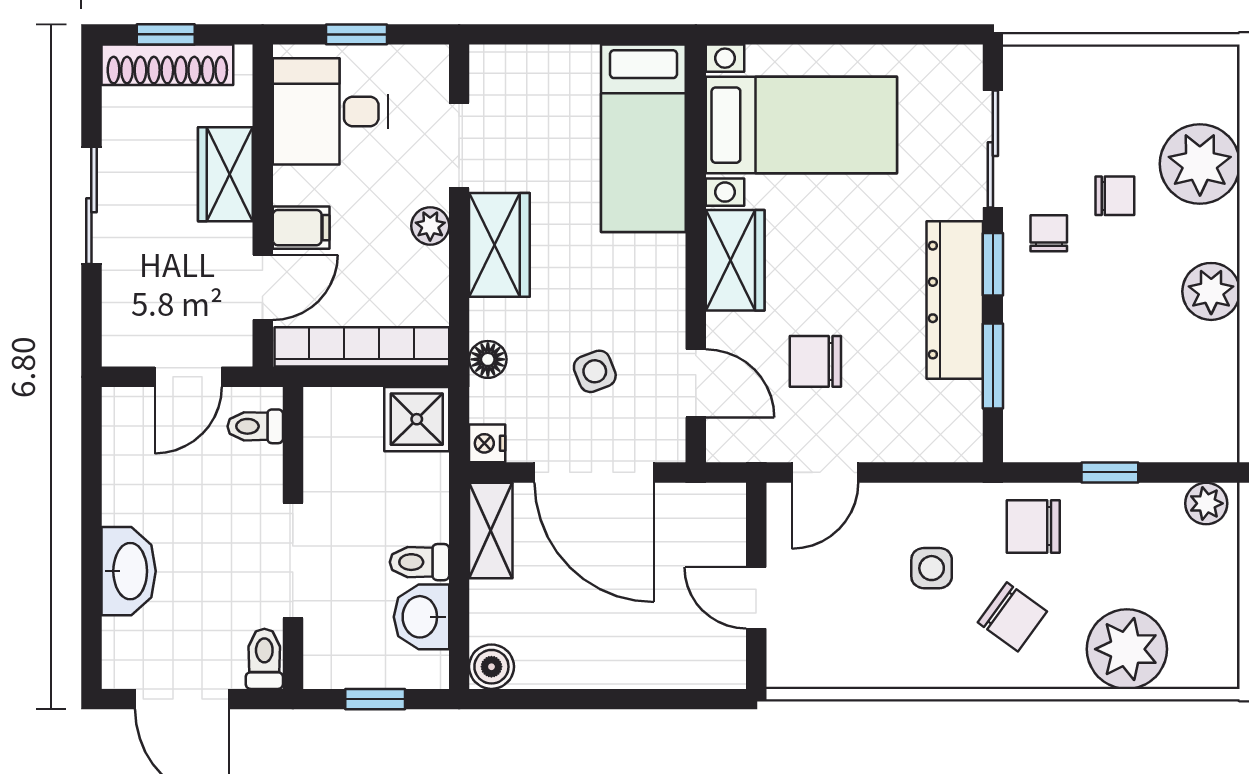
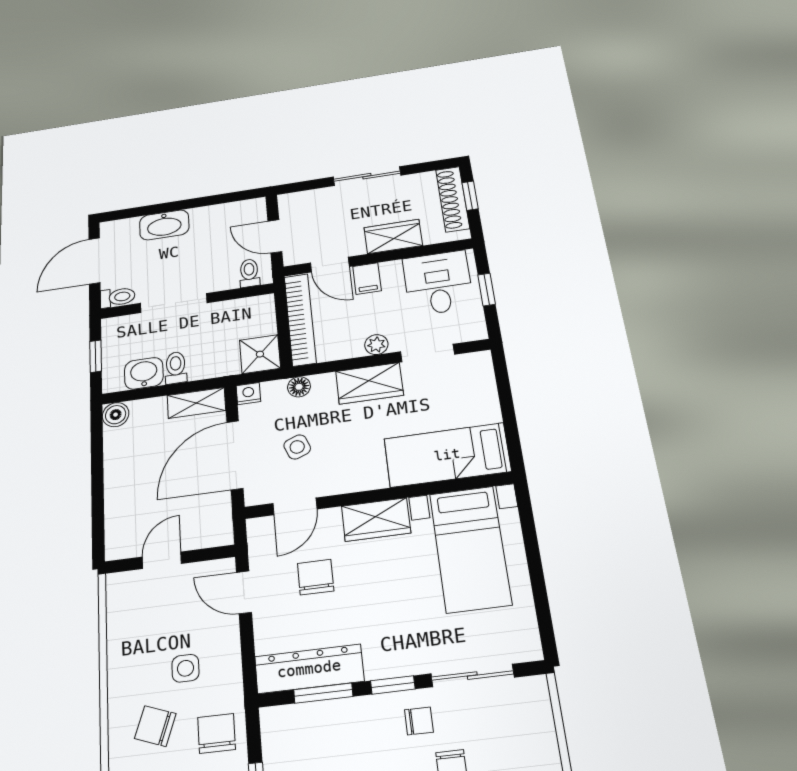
dresser: (955, 300) -> (309, 669), moved
chair: (1012, 617) -> (155, 726), turned 74

